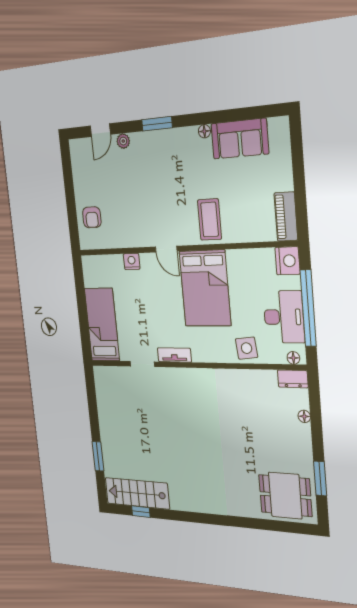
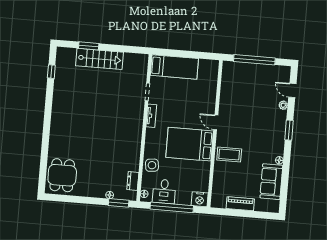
window: (71, 200) -> (254, 60), added
armchair: (92, 217) -> (242, 73), removed
piano: (286, 217) -> (240, 204), moved
door: (166, 249) -> (216, 122), hinge flipped
nightstand: (132, 261) -> (211, 97), removed
desk: (284, 317) -> (164, 191), width x0.73
dresser: (293, 379) -> (133, 181), moved
window: (320, 478) -> (119, 203), moved
stairs: (137, 493) -> (99, 59), moved, turned 90

